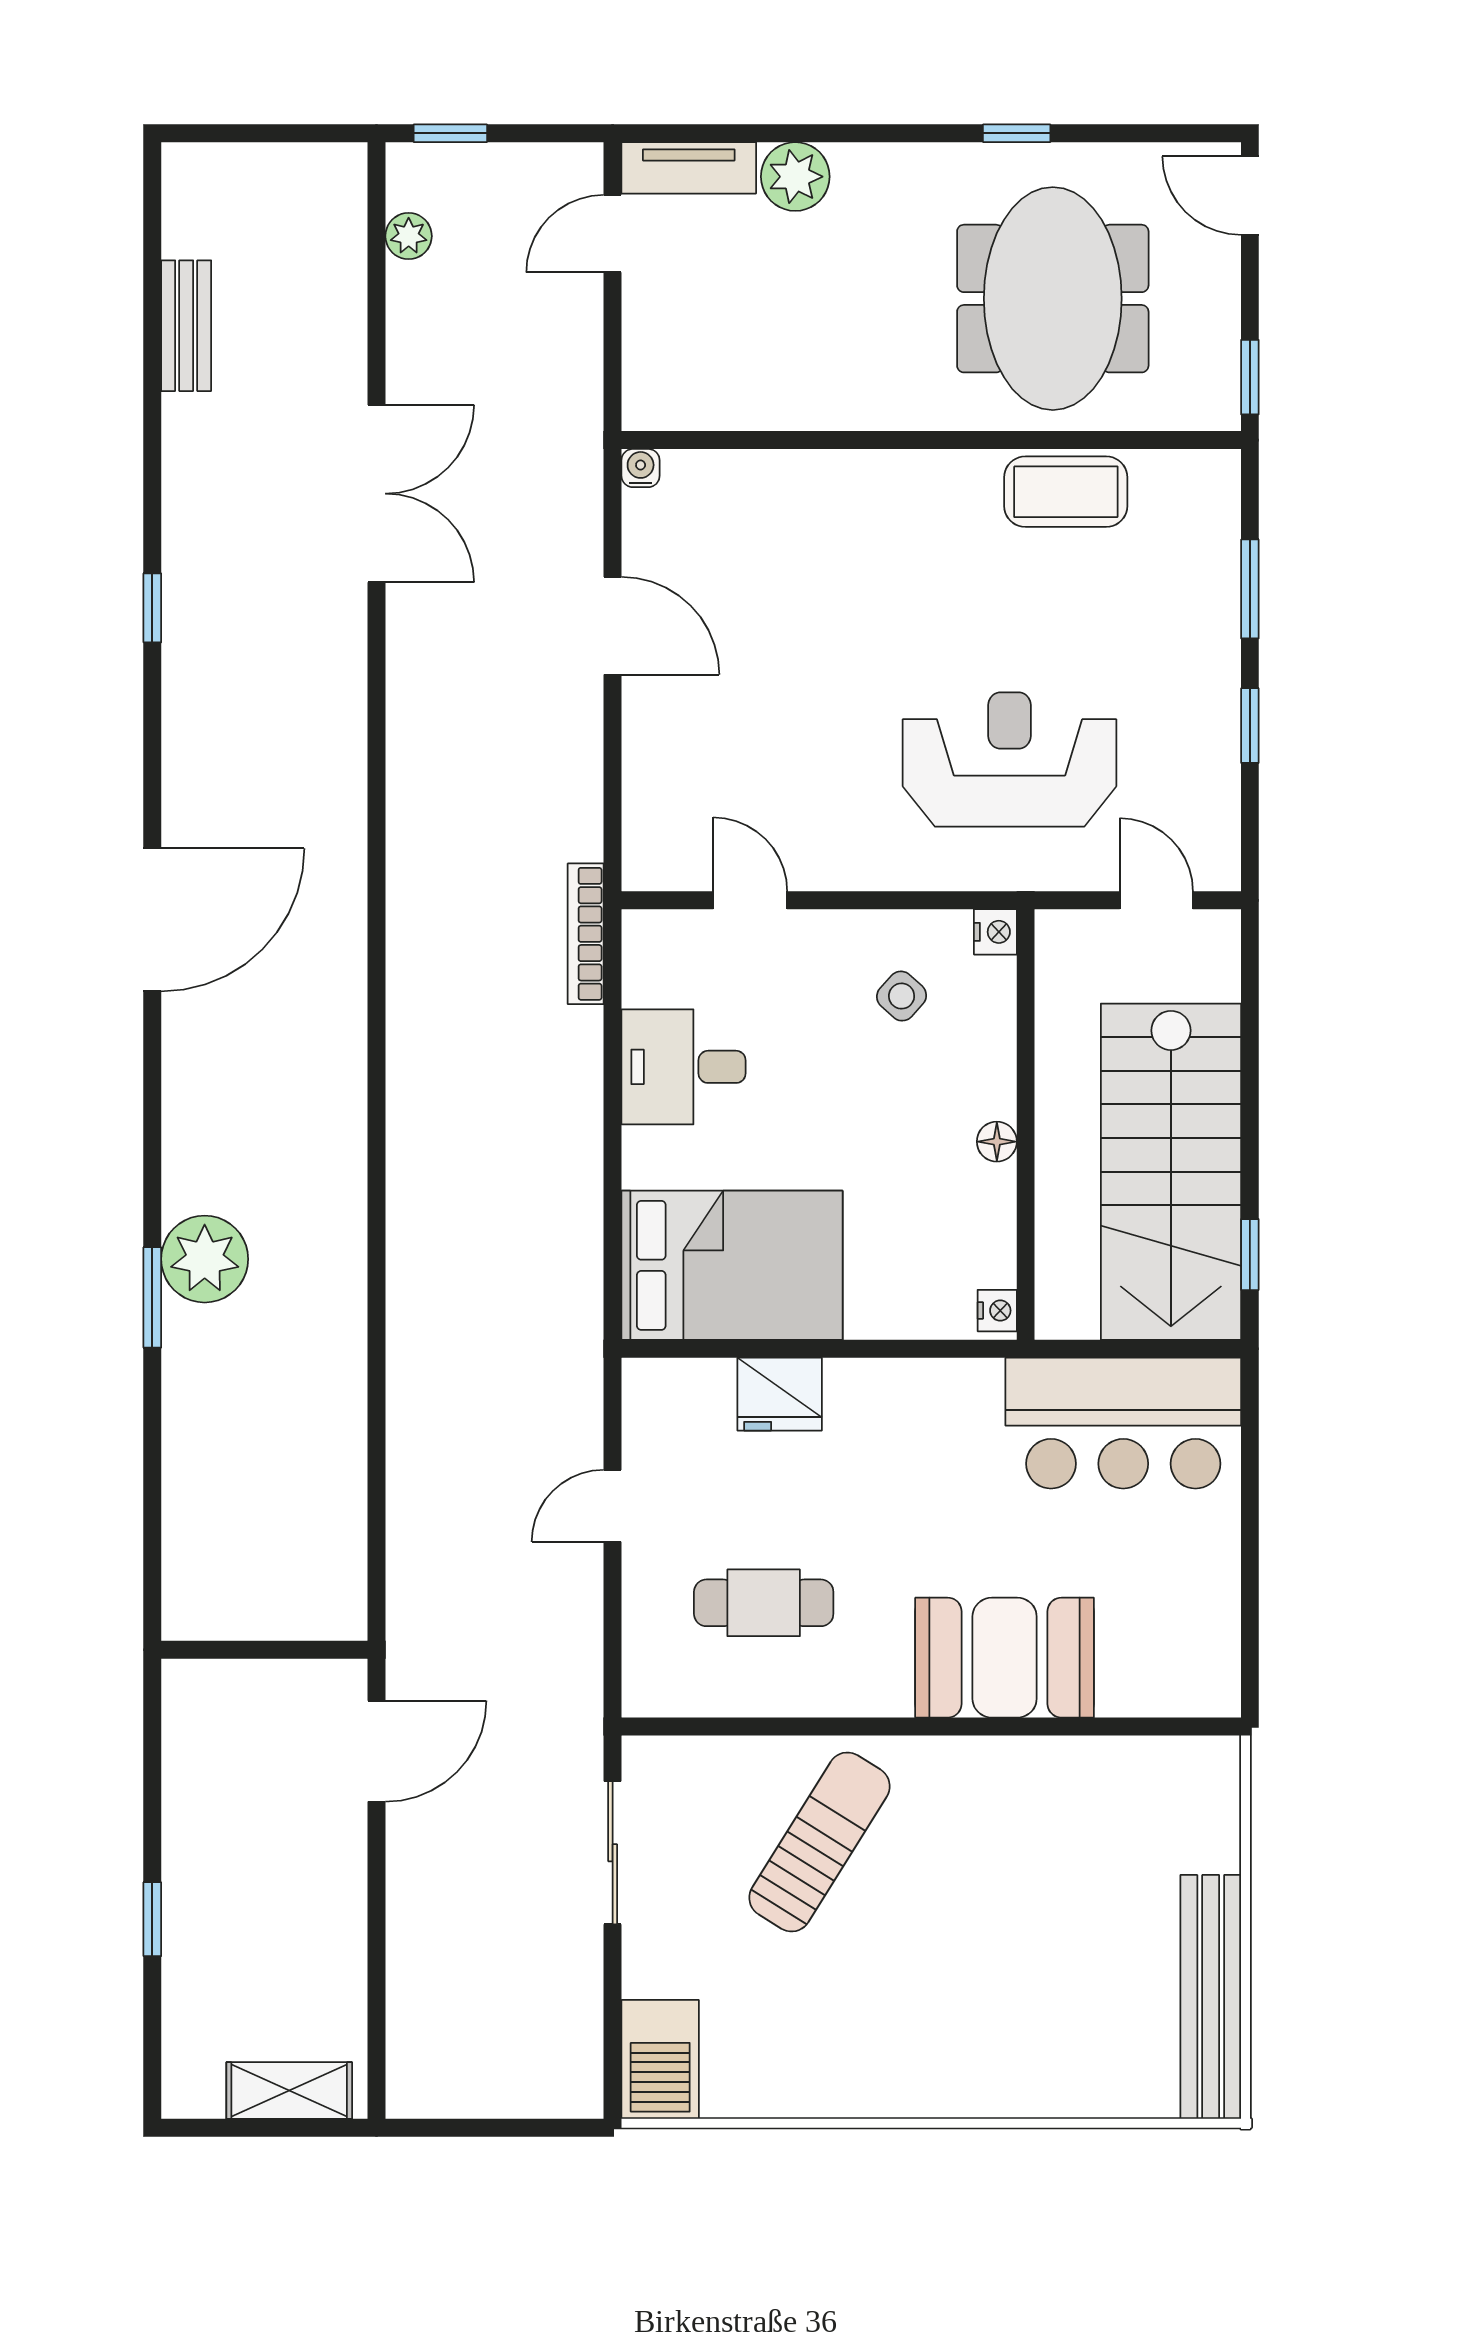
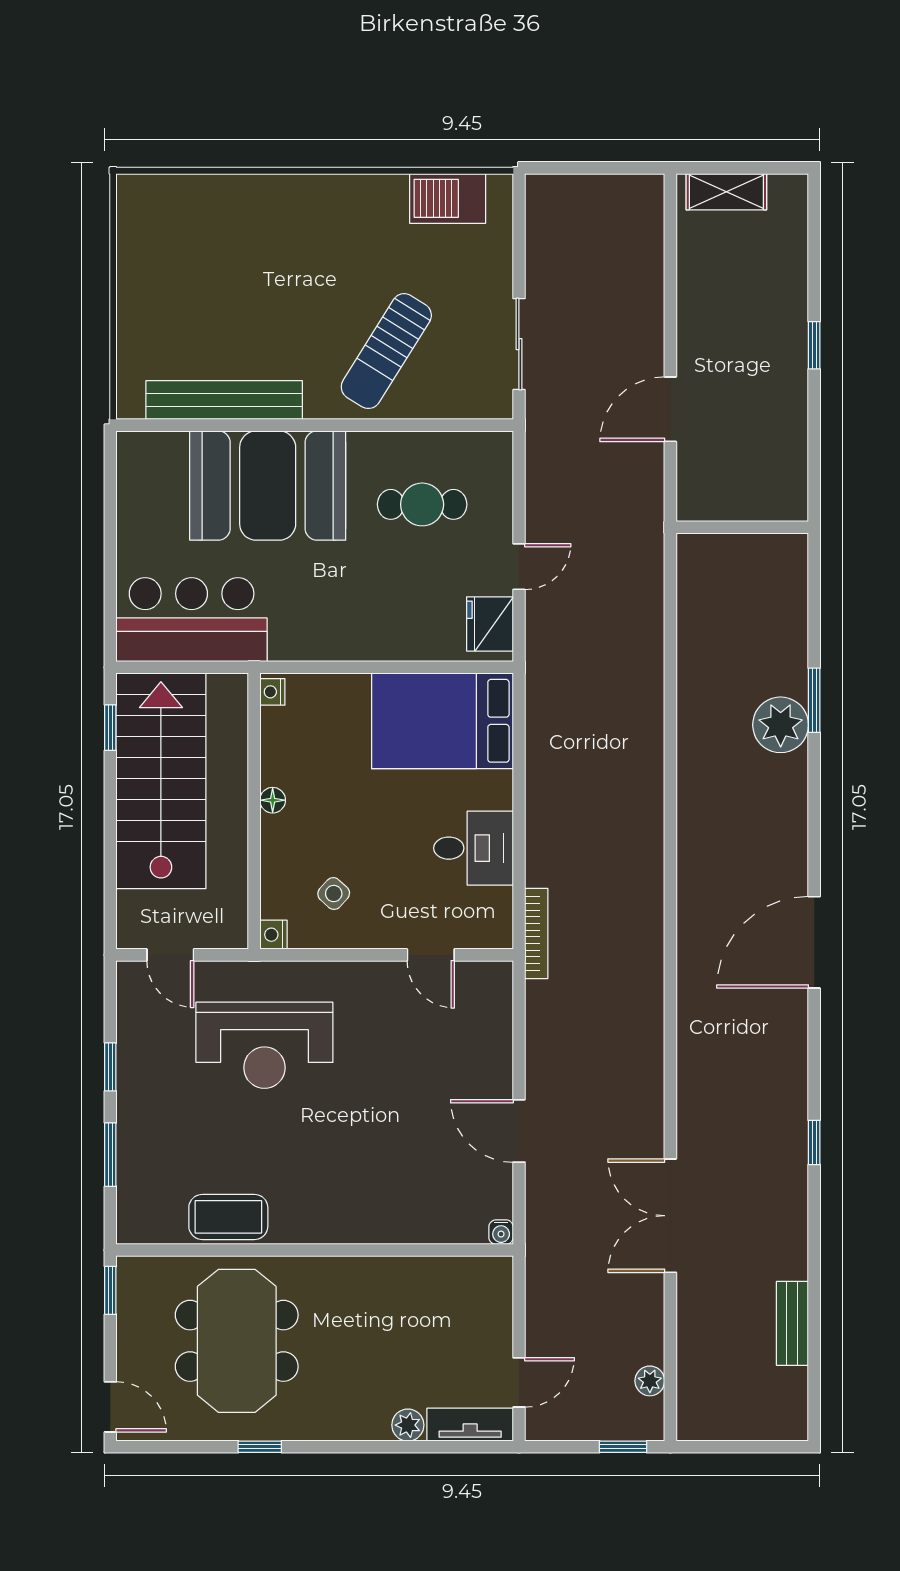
plant: (795, 177) -> (408, 1425), width x0.73, depth x0.73
fridge: (780, 1394) -> (490, 624), moved, turned -90
wall: (264, 1650) -> (742, 527), moved
booth: (1005, 1658) -> (268, 486), width x1.36, depth x1.42
window: (152, 1919) -> (814, 345), moved
bench: (1211, 1997) -> (224, 400), moved, turned 90
barbecue: (660, 2059) -> (448, 198), moved, turned -90

